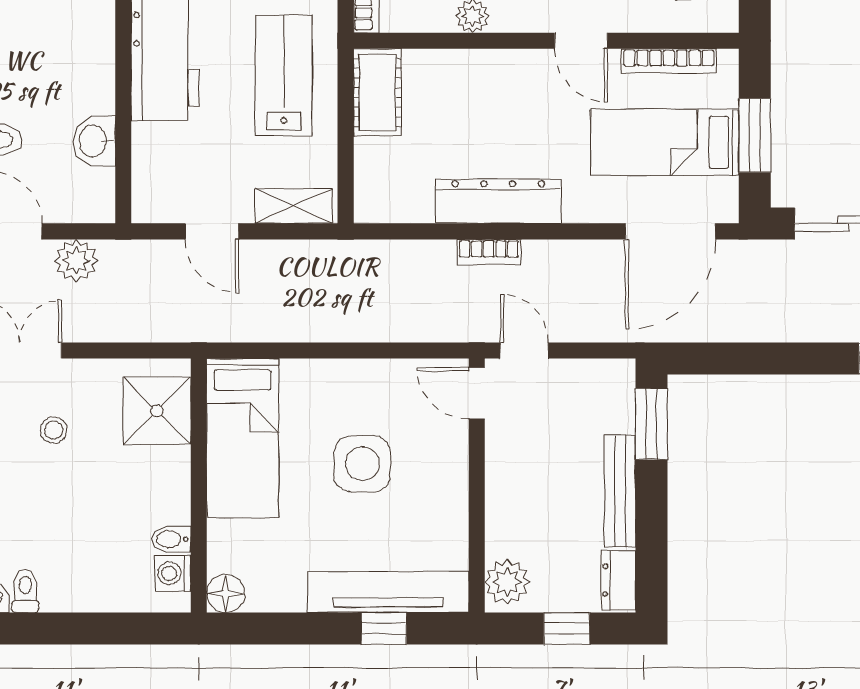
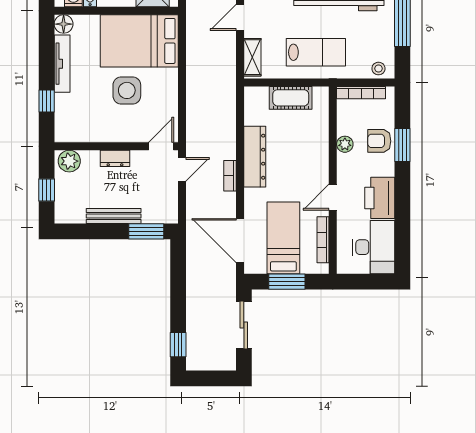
cot: (377, 92) -> (291, 98), moved
bookcase: (489, 252) -> (230, 176), moved
bed: (243, 438) -> (139, 41), width x1.50
dresser: (619, 580) -> (115, 158), moved, turned 180
tv unit: (388, 592) -> (62, 64), moved, width x0.73, depth x0.78

